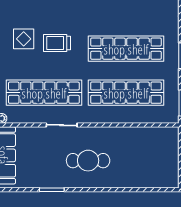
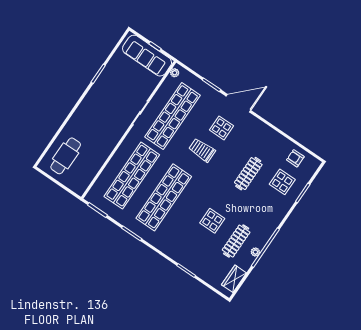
trolley: (57, 43) -> (202, 150), turned -90
cafe table: (88, 161) -> (66, 156), moved

